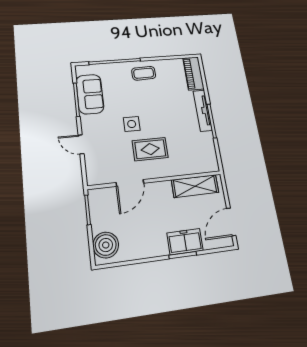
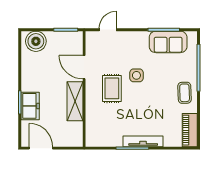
piano: (193, 73) -> (190, 130), moved, turned -90
door: (81, 144) -> (108, 30), moved
shelving: (195, 186) -> (75, 101), moved

